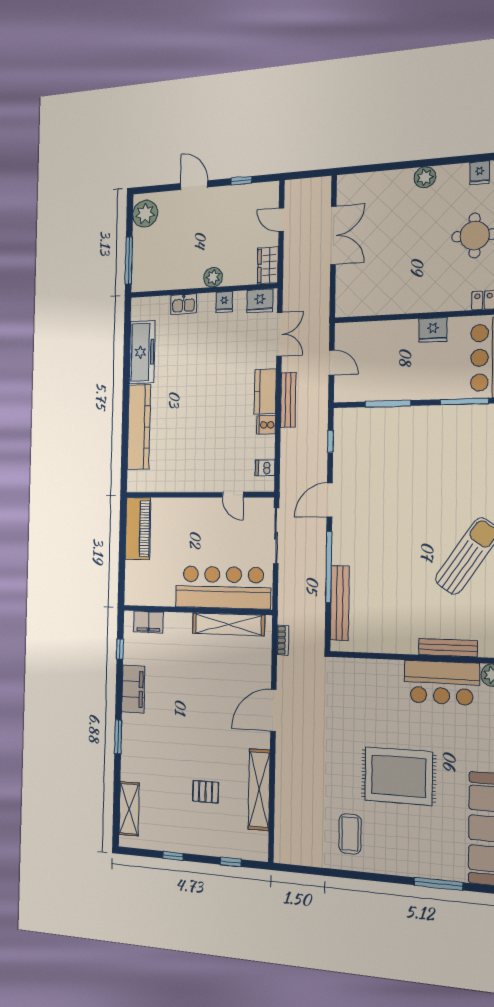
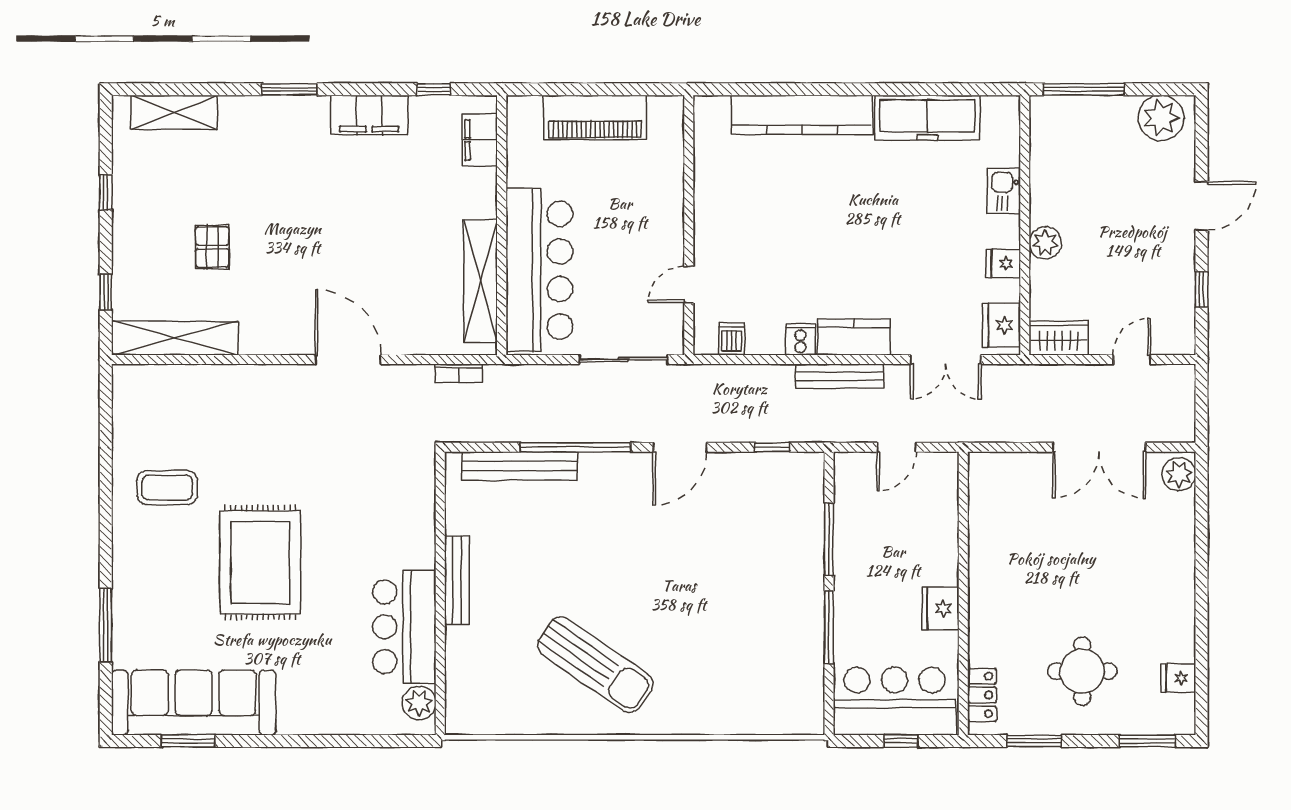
plant: (425, 177) -> (1179, 474), moved
window: (464, 401) -> (829, 627), moved
door: (330, 500) -> (680, 447), swing flipped
piano: (138, 529) -> (595, 117), moved
bench: (448, 648) -> (457, 580), moved
shelving: (259, 790) -> (175, 338), moved

